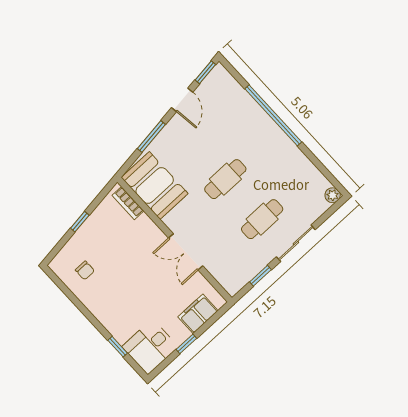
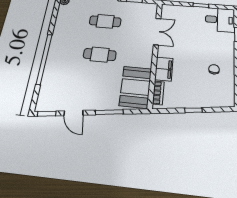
door: (182, 100) -> (74, 113), swing flipped
double door: (186, 252) -> (157, 31), moved
chair: (85, 270) -> (214, 69), moved
filing cabinet: (198, 314) -> (164, 69), moved, turned -90

